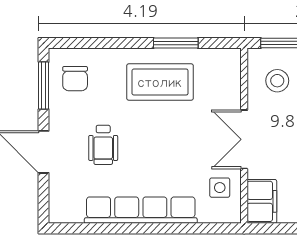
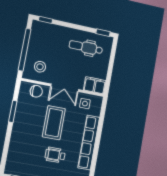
chair: (75, 79) -> (36, 91), moved
coffee table: (160, 82) -> (54, 123), moved
wheelchair: (103, 145) -> (55, 155), turned 180

